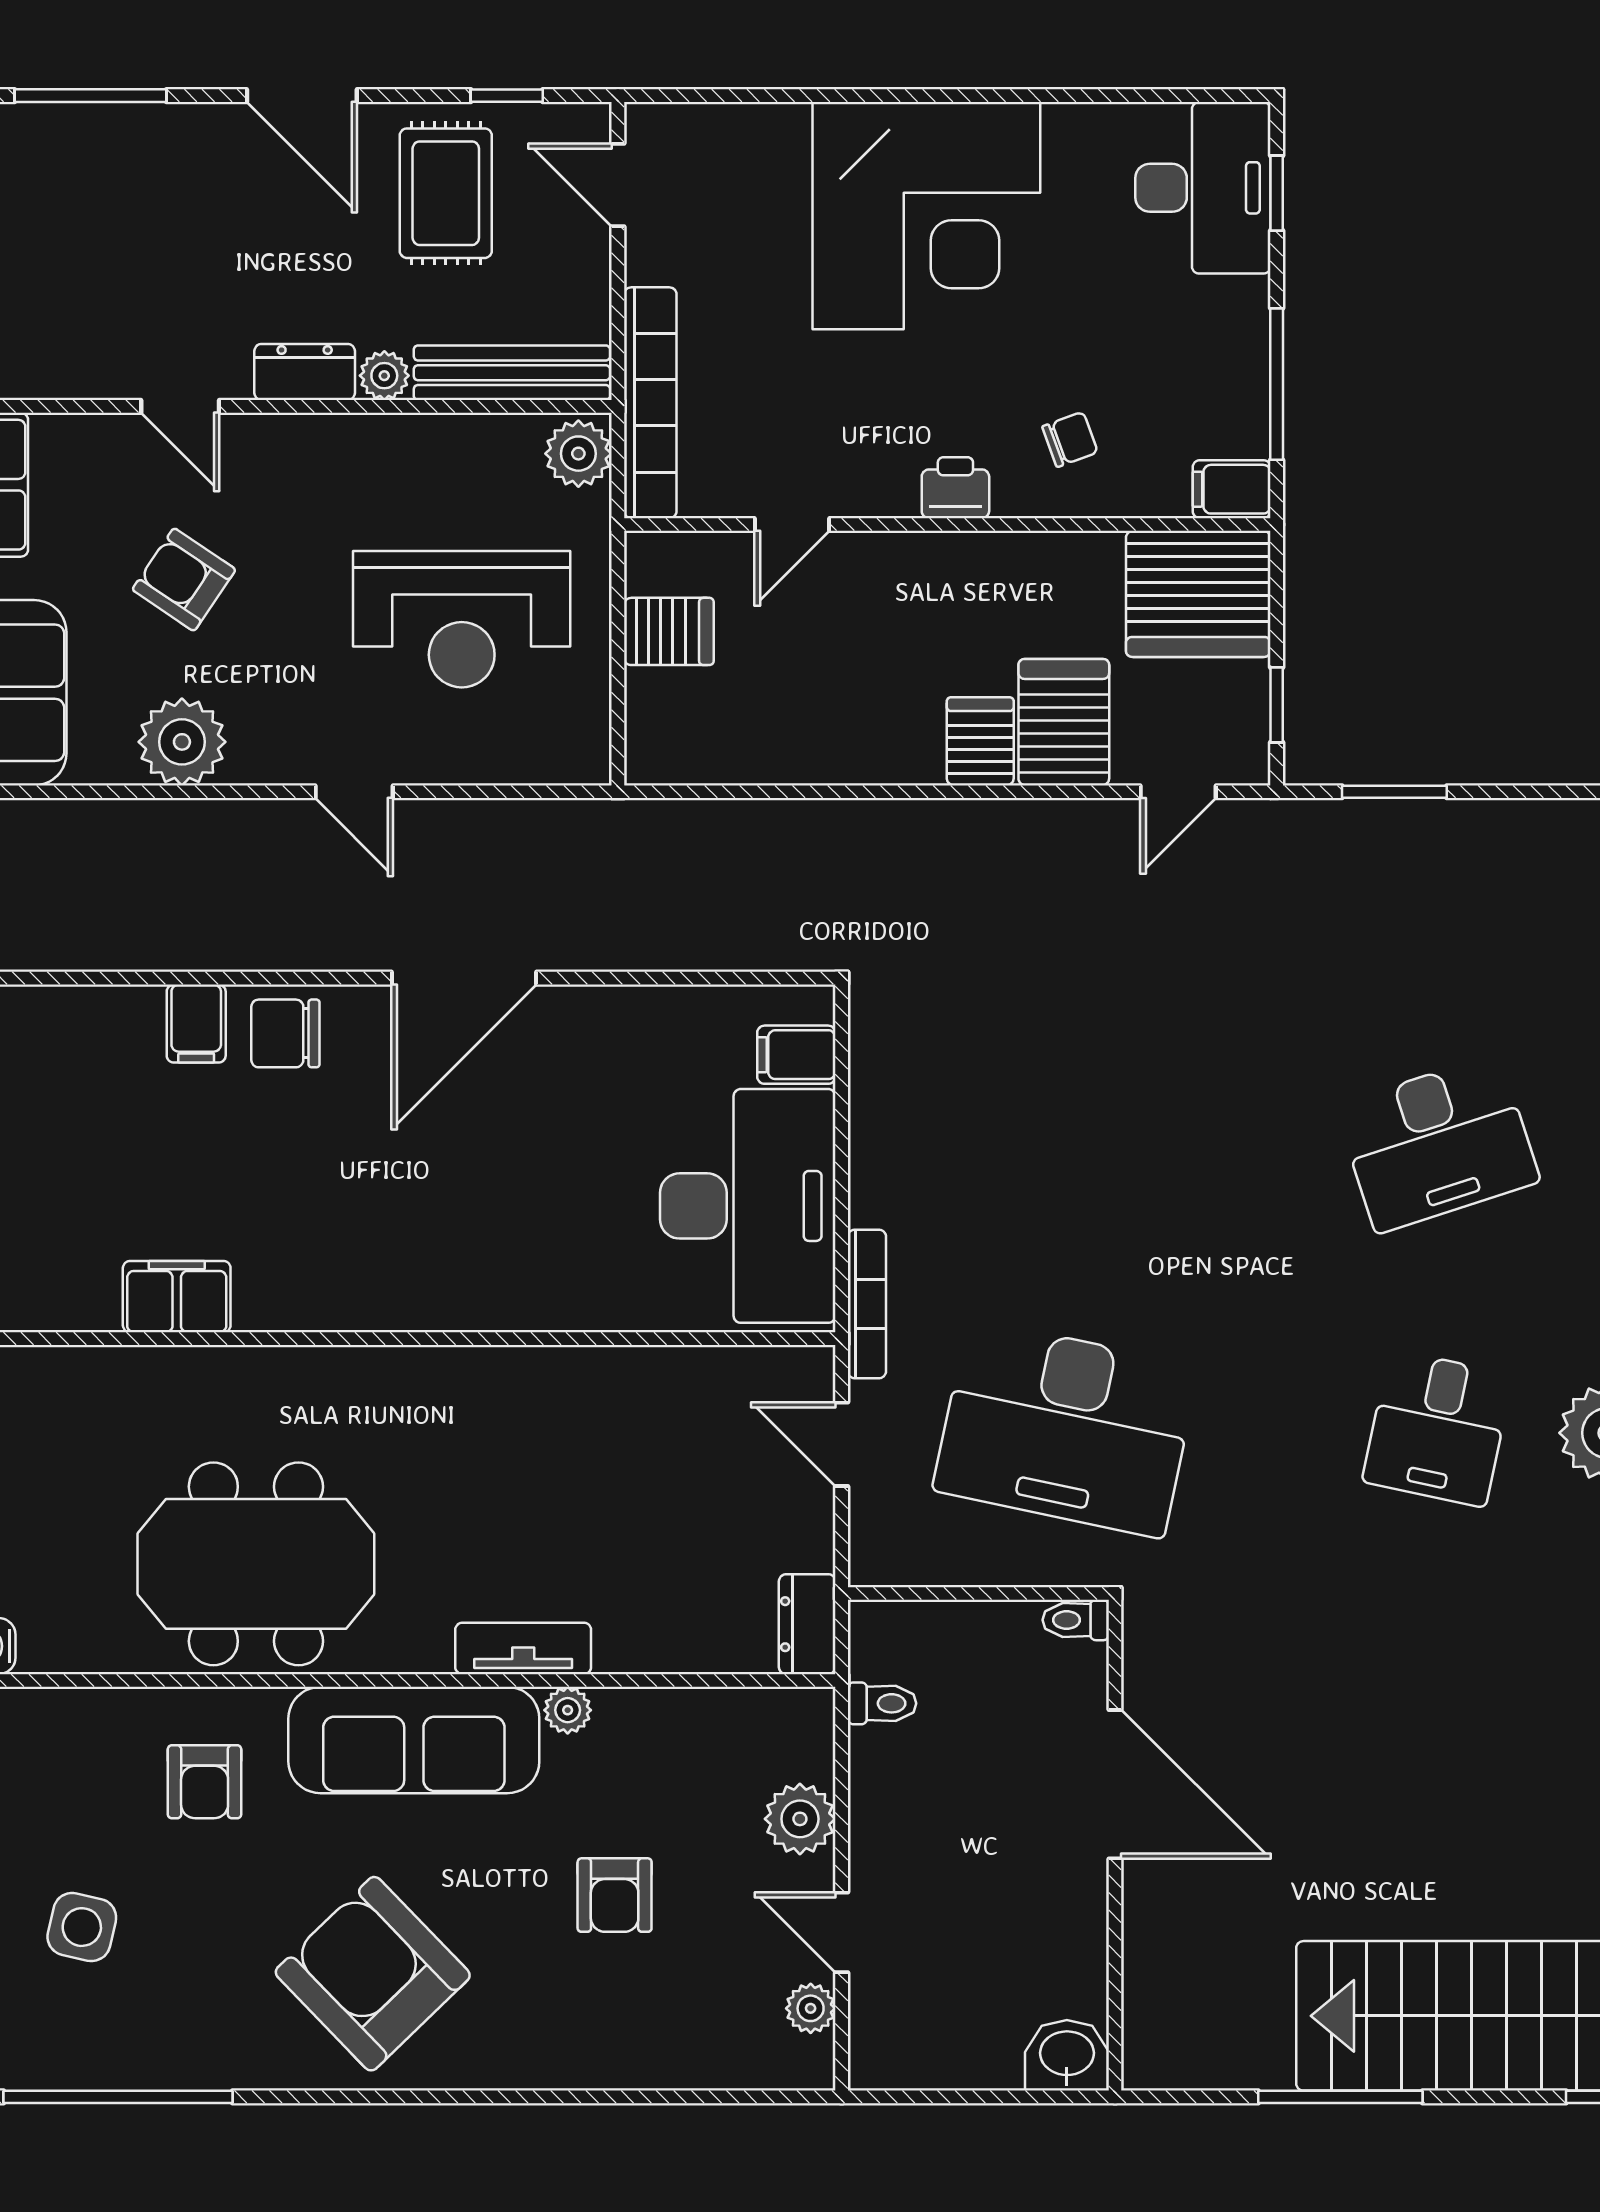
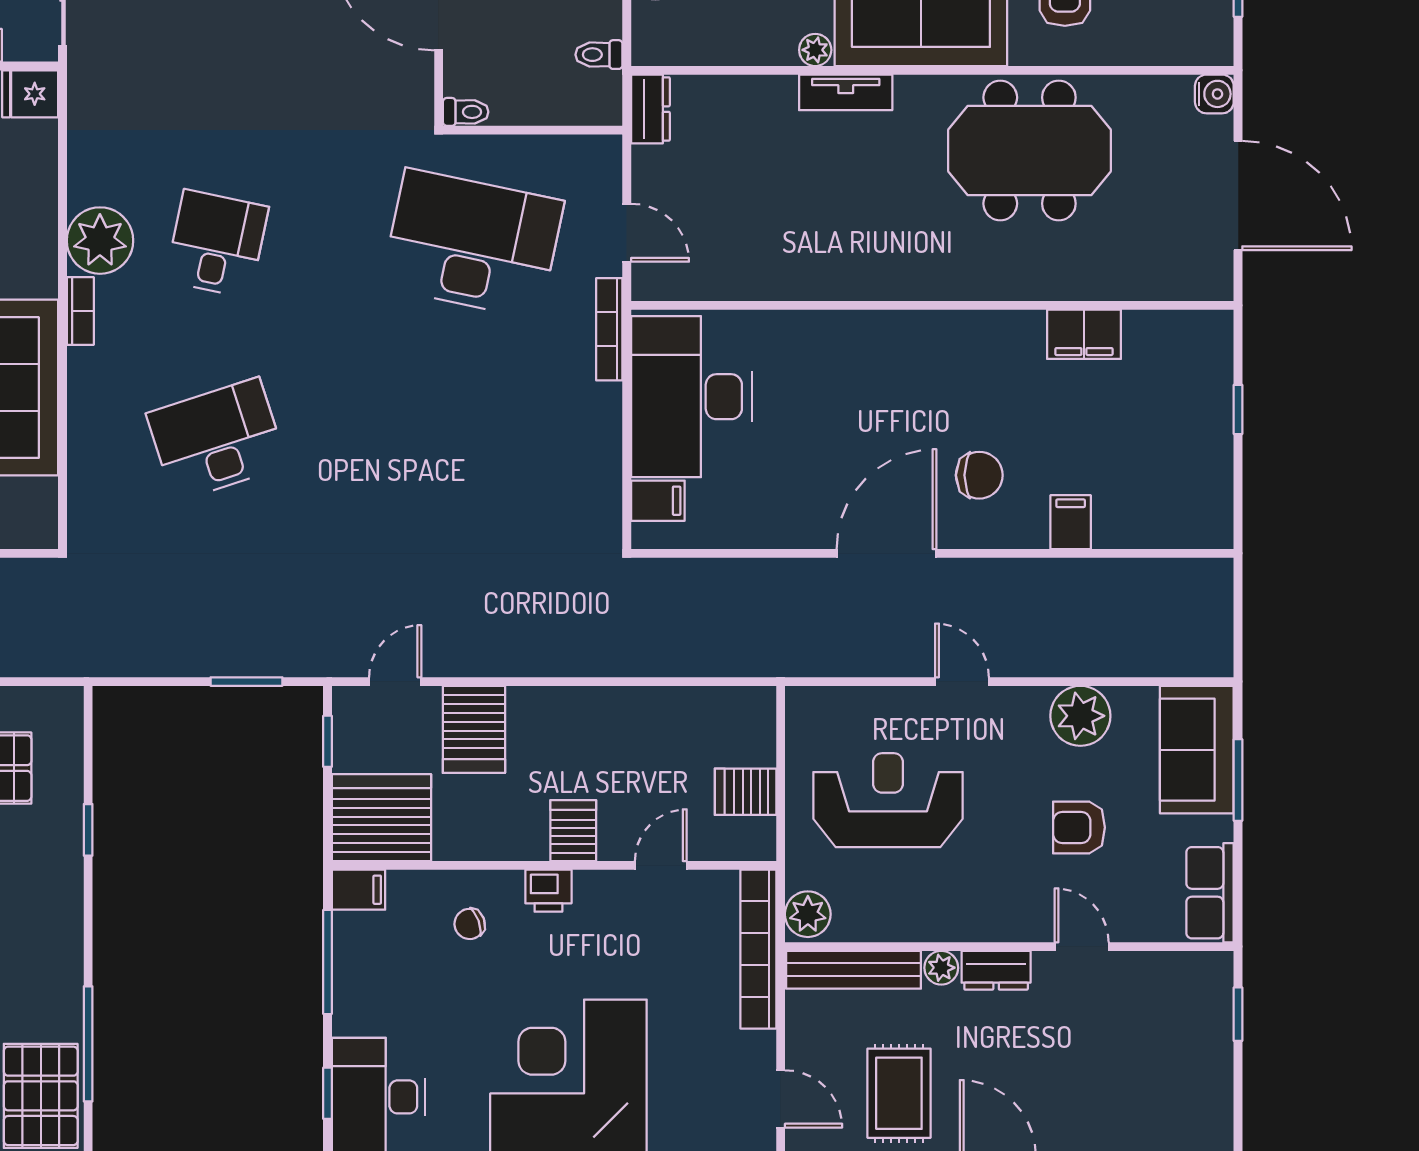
armchair: (184, 580) -> (1079, 827), turned 146
server rack: (980, 741) -> (573, 831), moved, turned 180
chair: (285, 1033) -> (979, 475), moved

